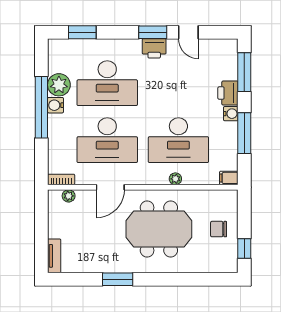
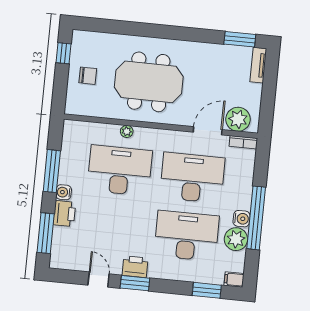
filing cabinet: (229, 178) -> (234, 279), moved, turned 180
door: (110, 187) -> (208, 131), moved
plant: (69, 196) -> (238, 119), width x1.88, depth x1.88
window: (118, 279) -> (240, 39), moved

